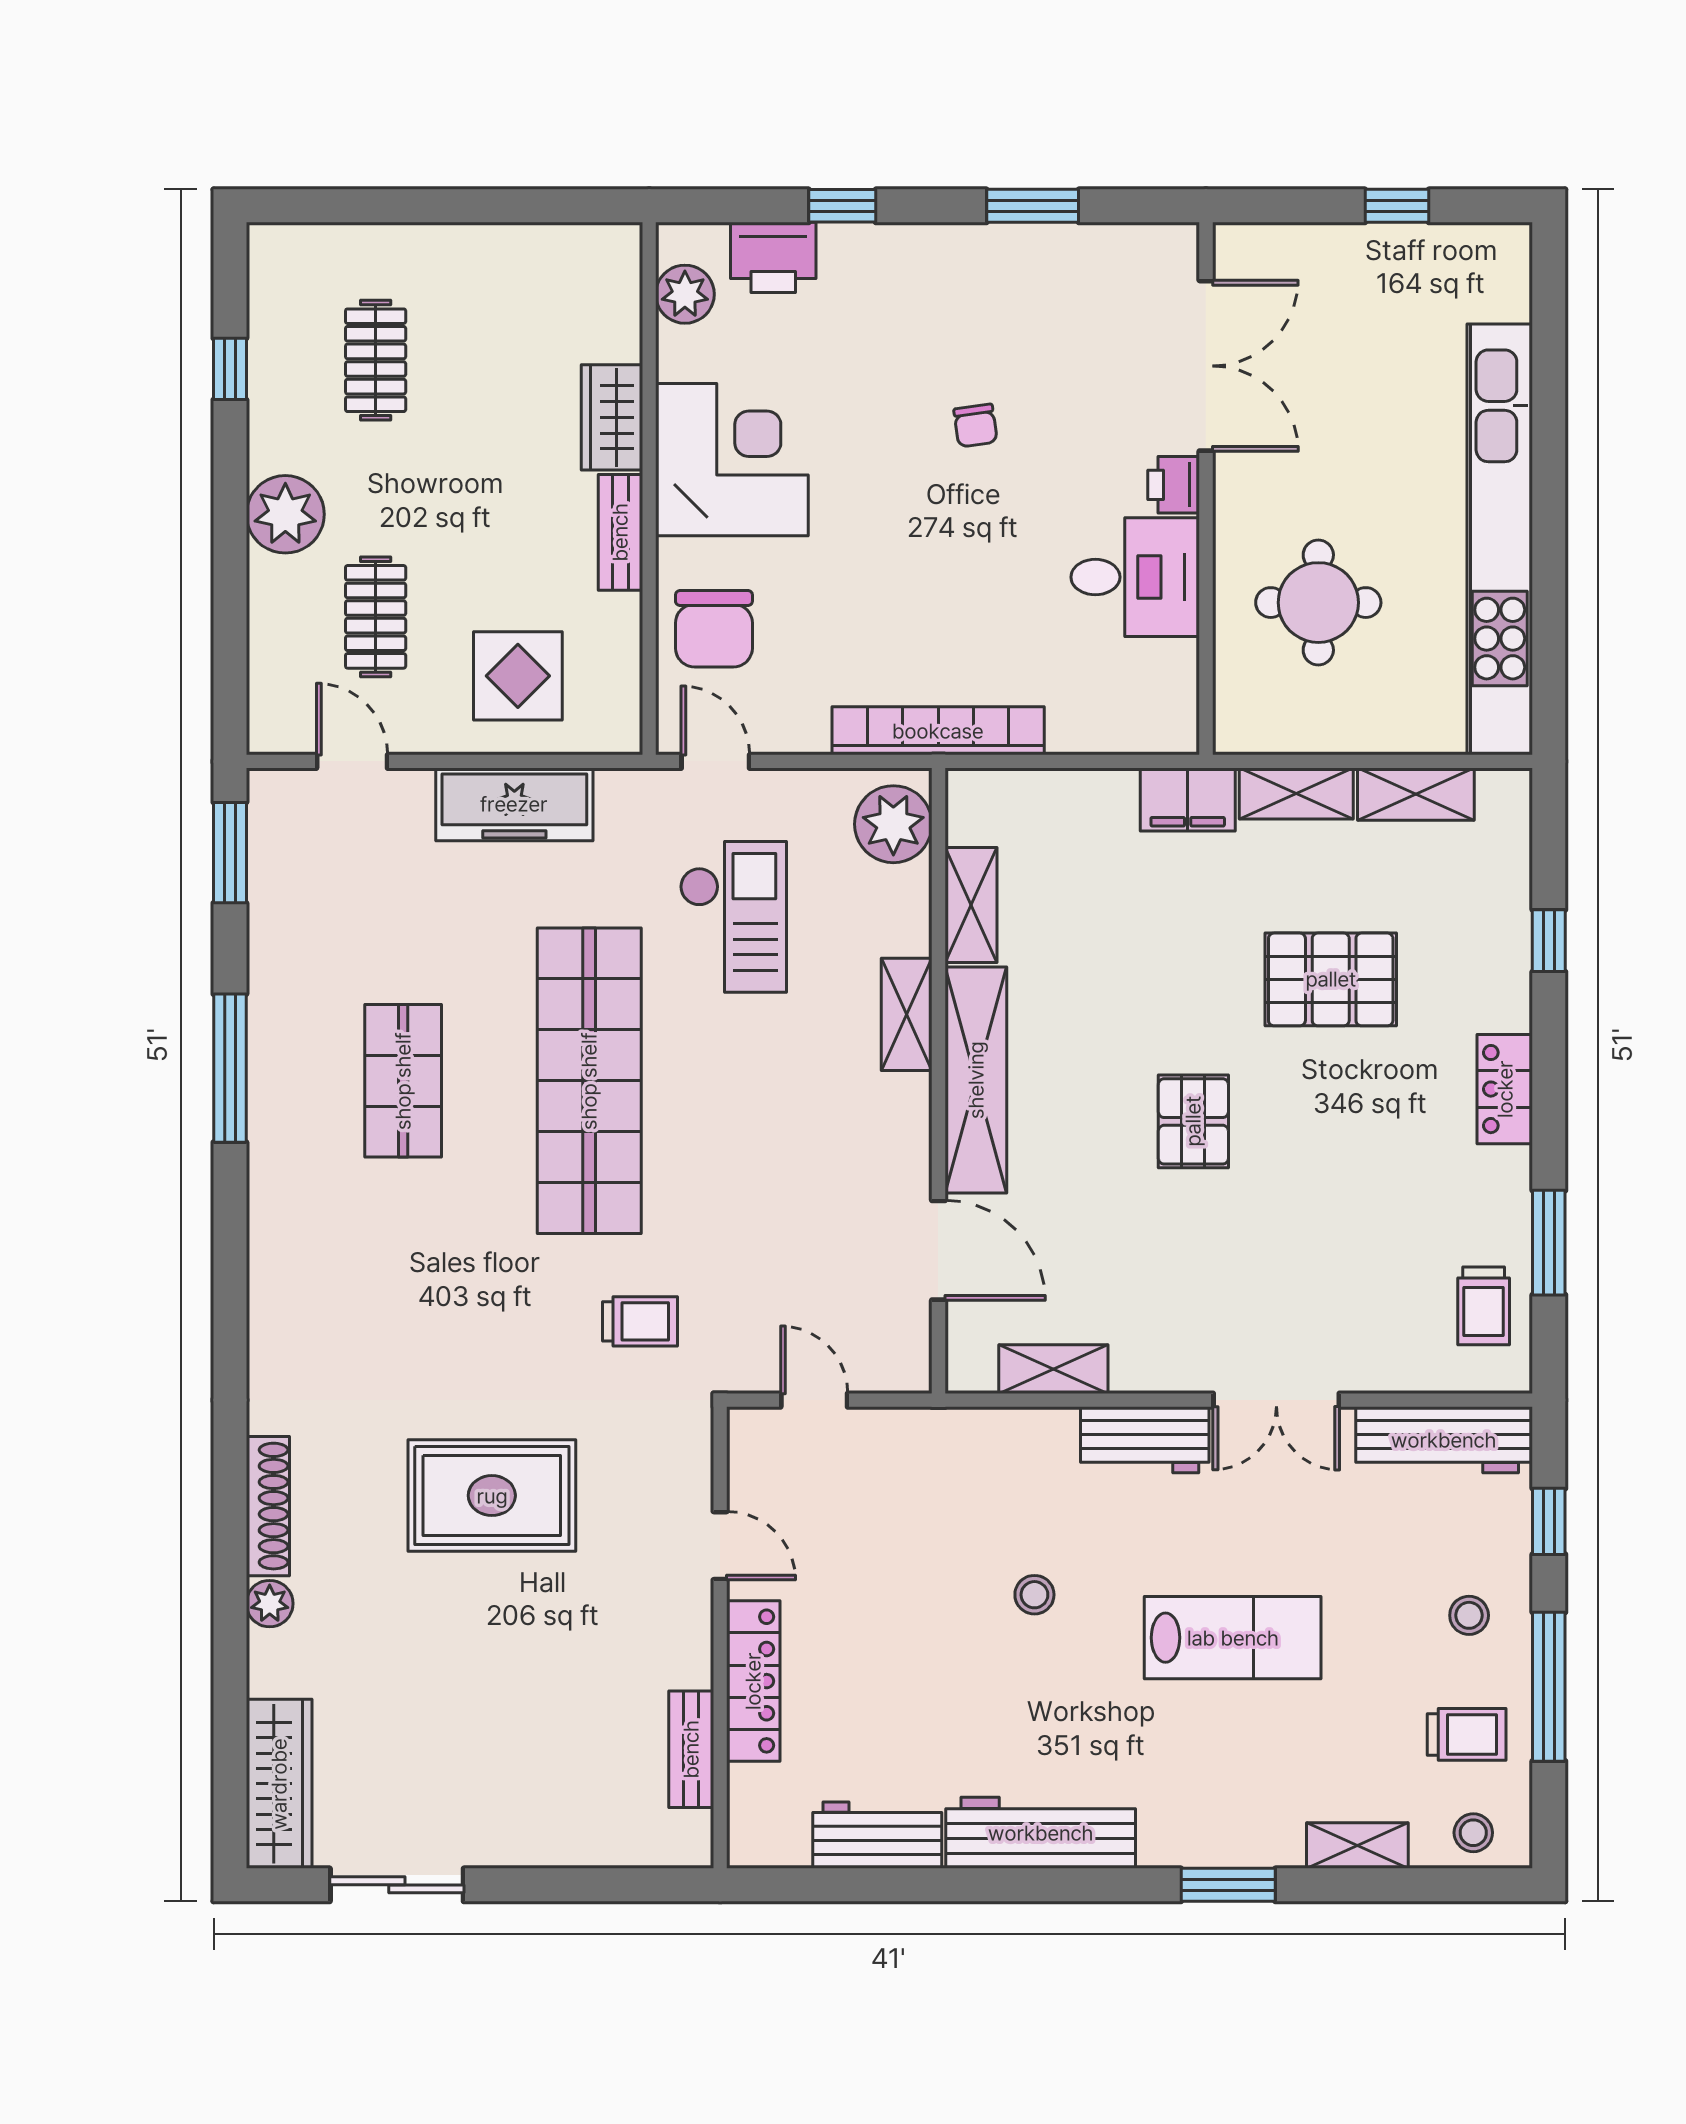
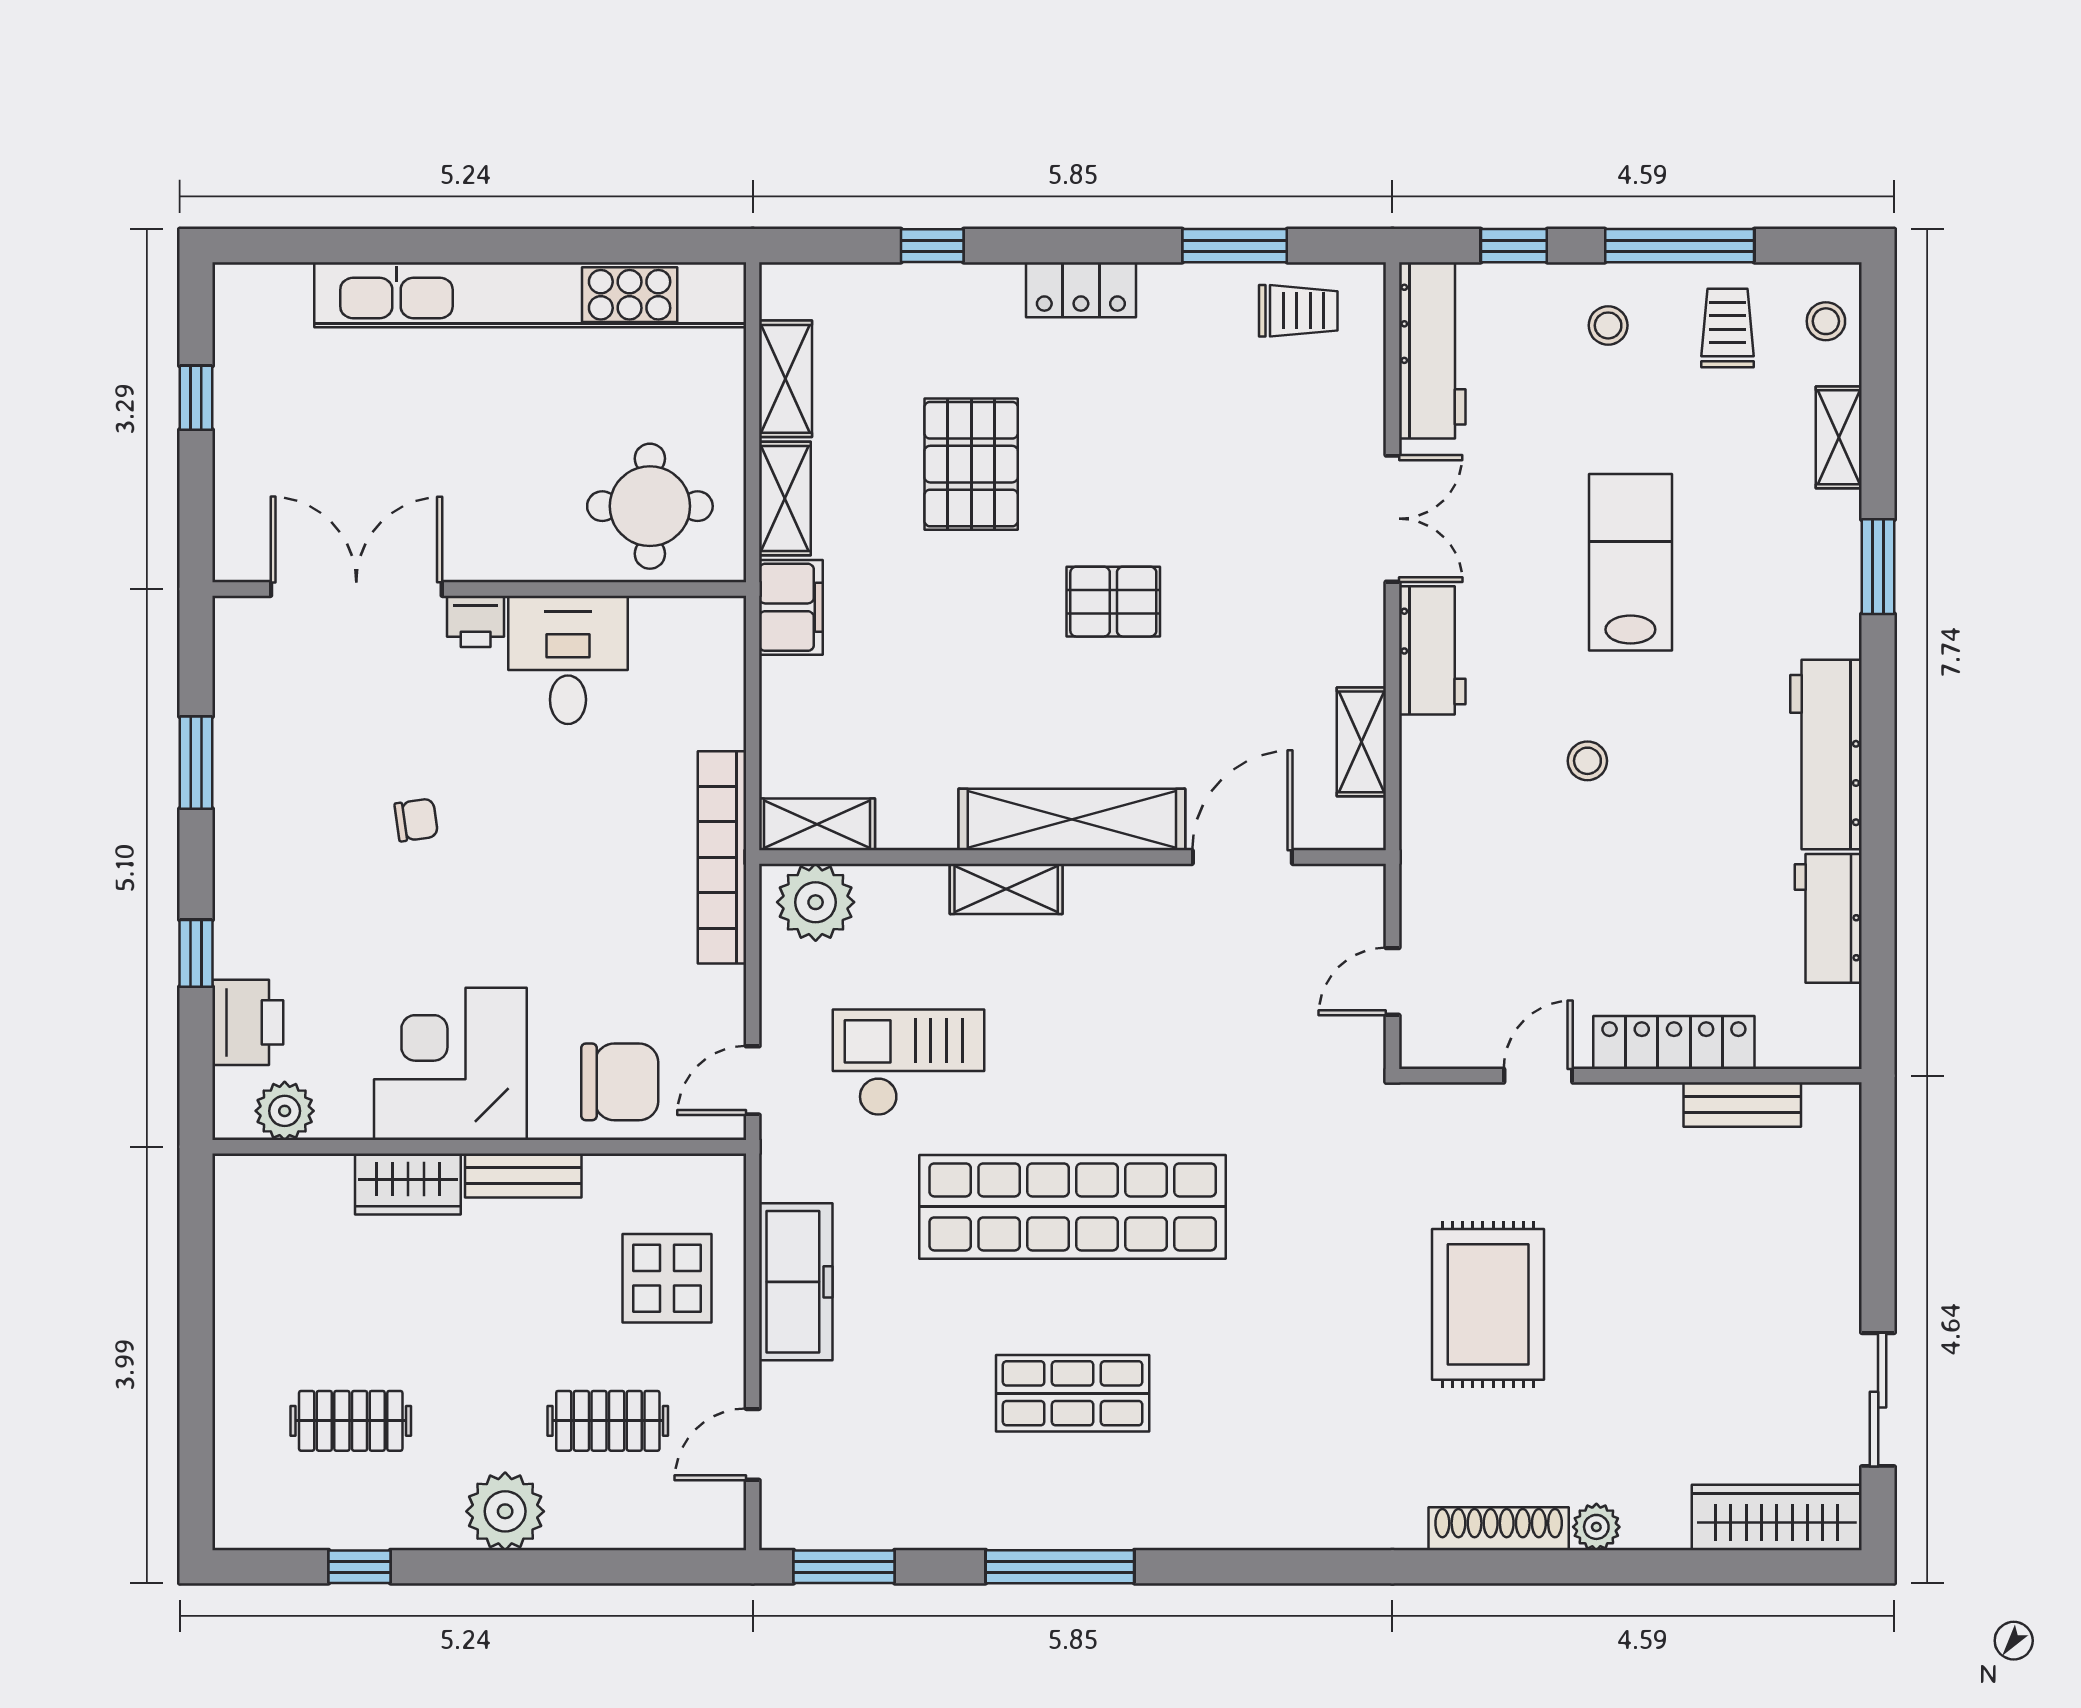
round table: (1318, 603) -> (650, 506), moved
shelving: (971, 905) -> (817, 824), moved
trolley: (640, 1321) -> (1314, 1156), removed

